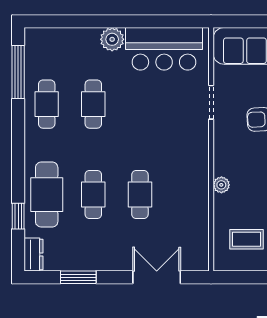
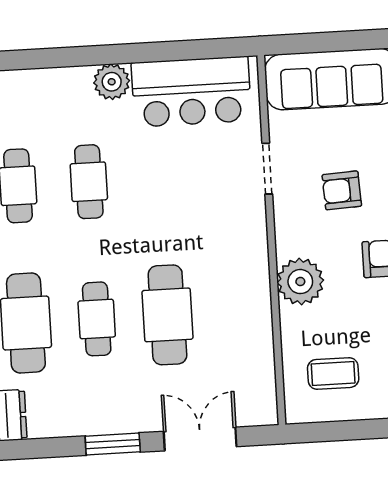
plant: (221, 185) -> (300, 282), width x1.87, depth x1.87
cafe table: (140, 195) -> (167, 315), width x1.37, depth x1.35
window: (78, 277) -> (113, 444), moved

